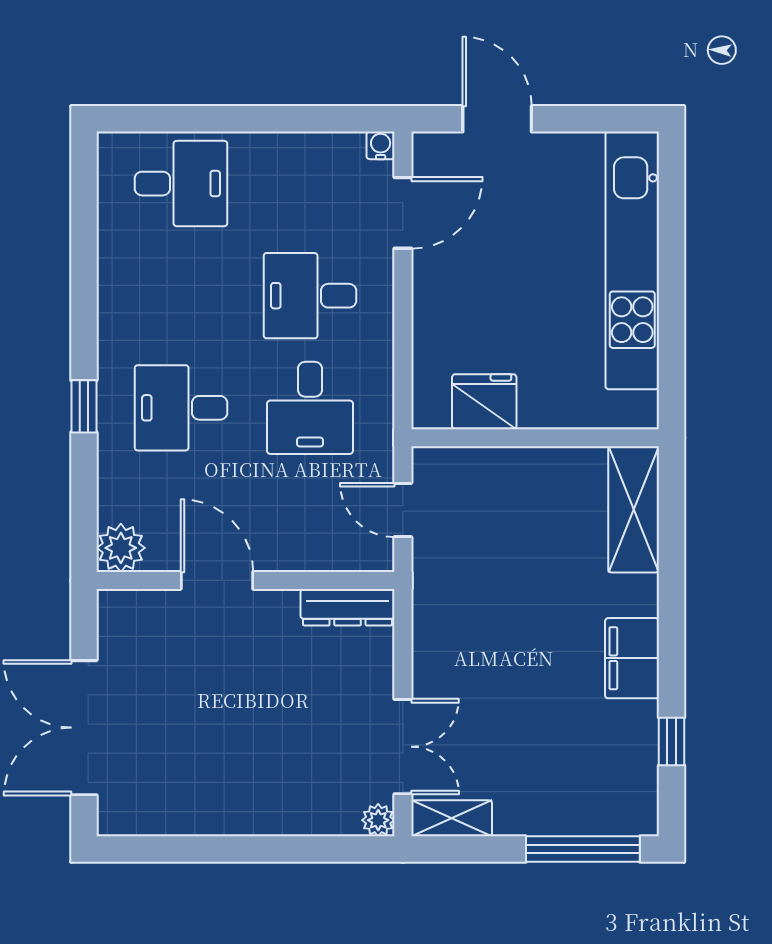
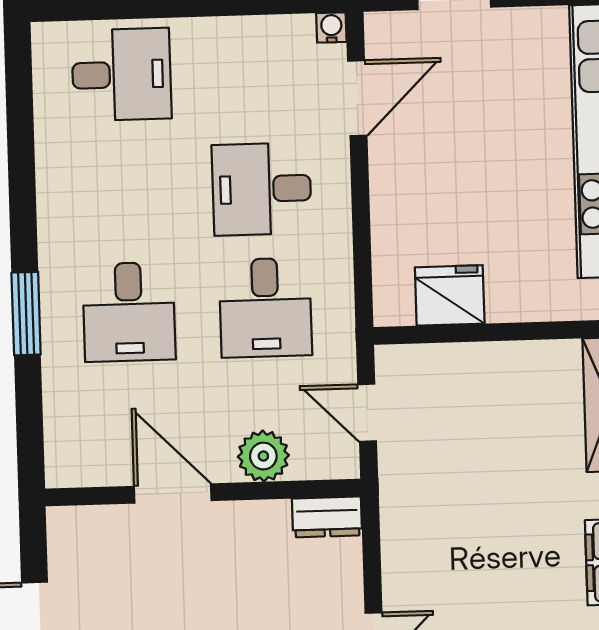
window: (84, 406) -> (26, 314), width x1.50
desk: (181, 408) -> (129, 312), turned -90
plant: (121, 548) -> (263, 456), moved
dresser: (348, 607) -> (327, 517), width x0.70

